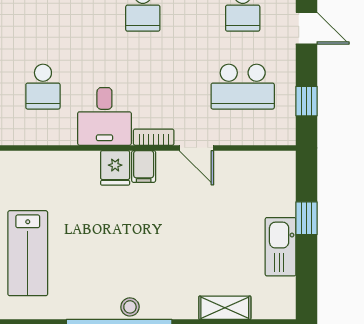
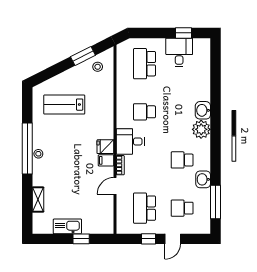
window: (307, 101) -> (149, 239), moved

